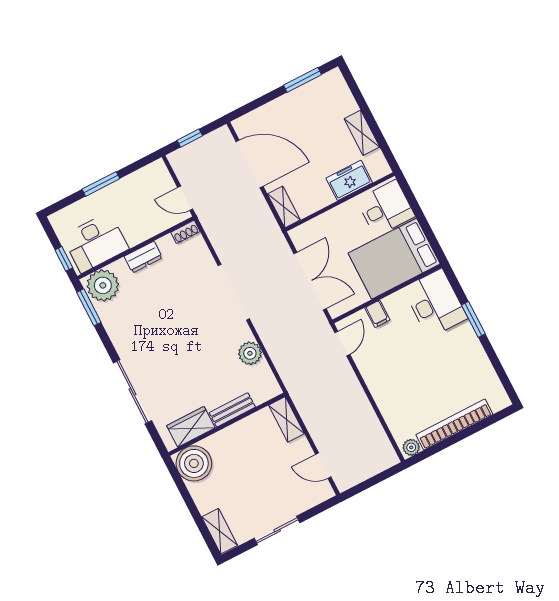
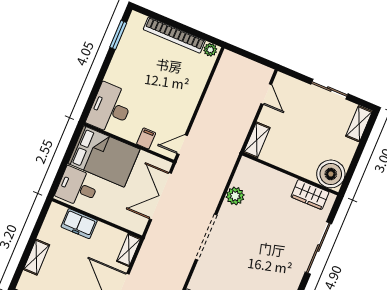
shelving: (362, 133) -> (36, 257), moved
window: (473, 319) -> (118, 35), moved
bench: (232, 410) -> (279, 178), removed

